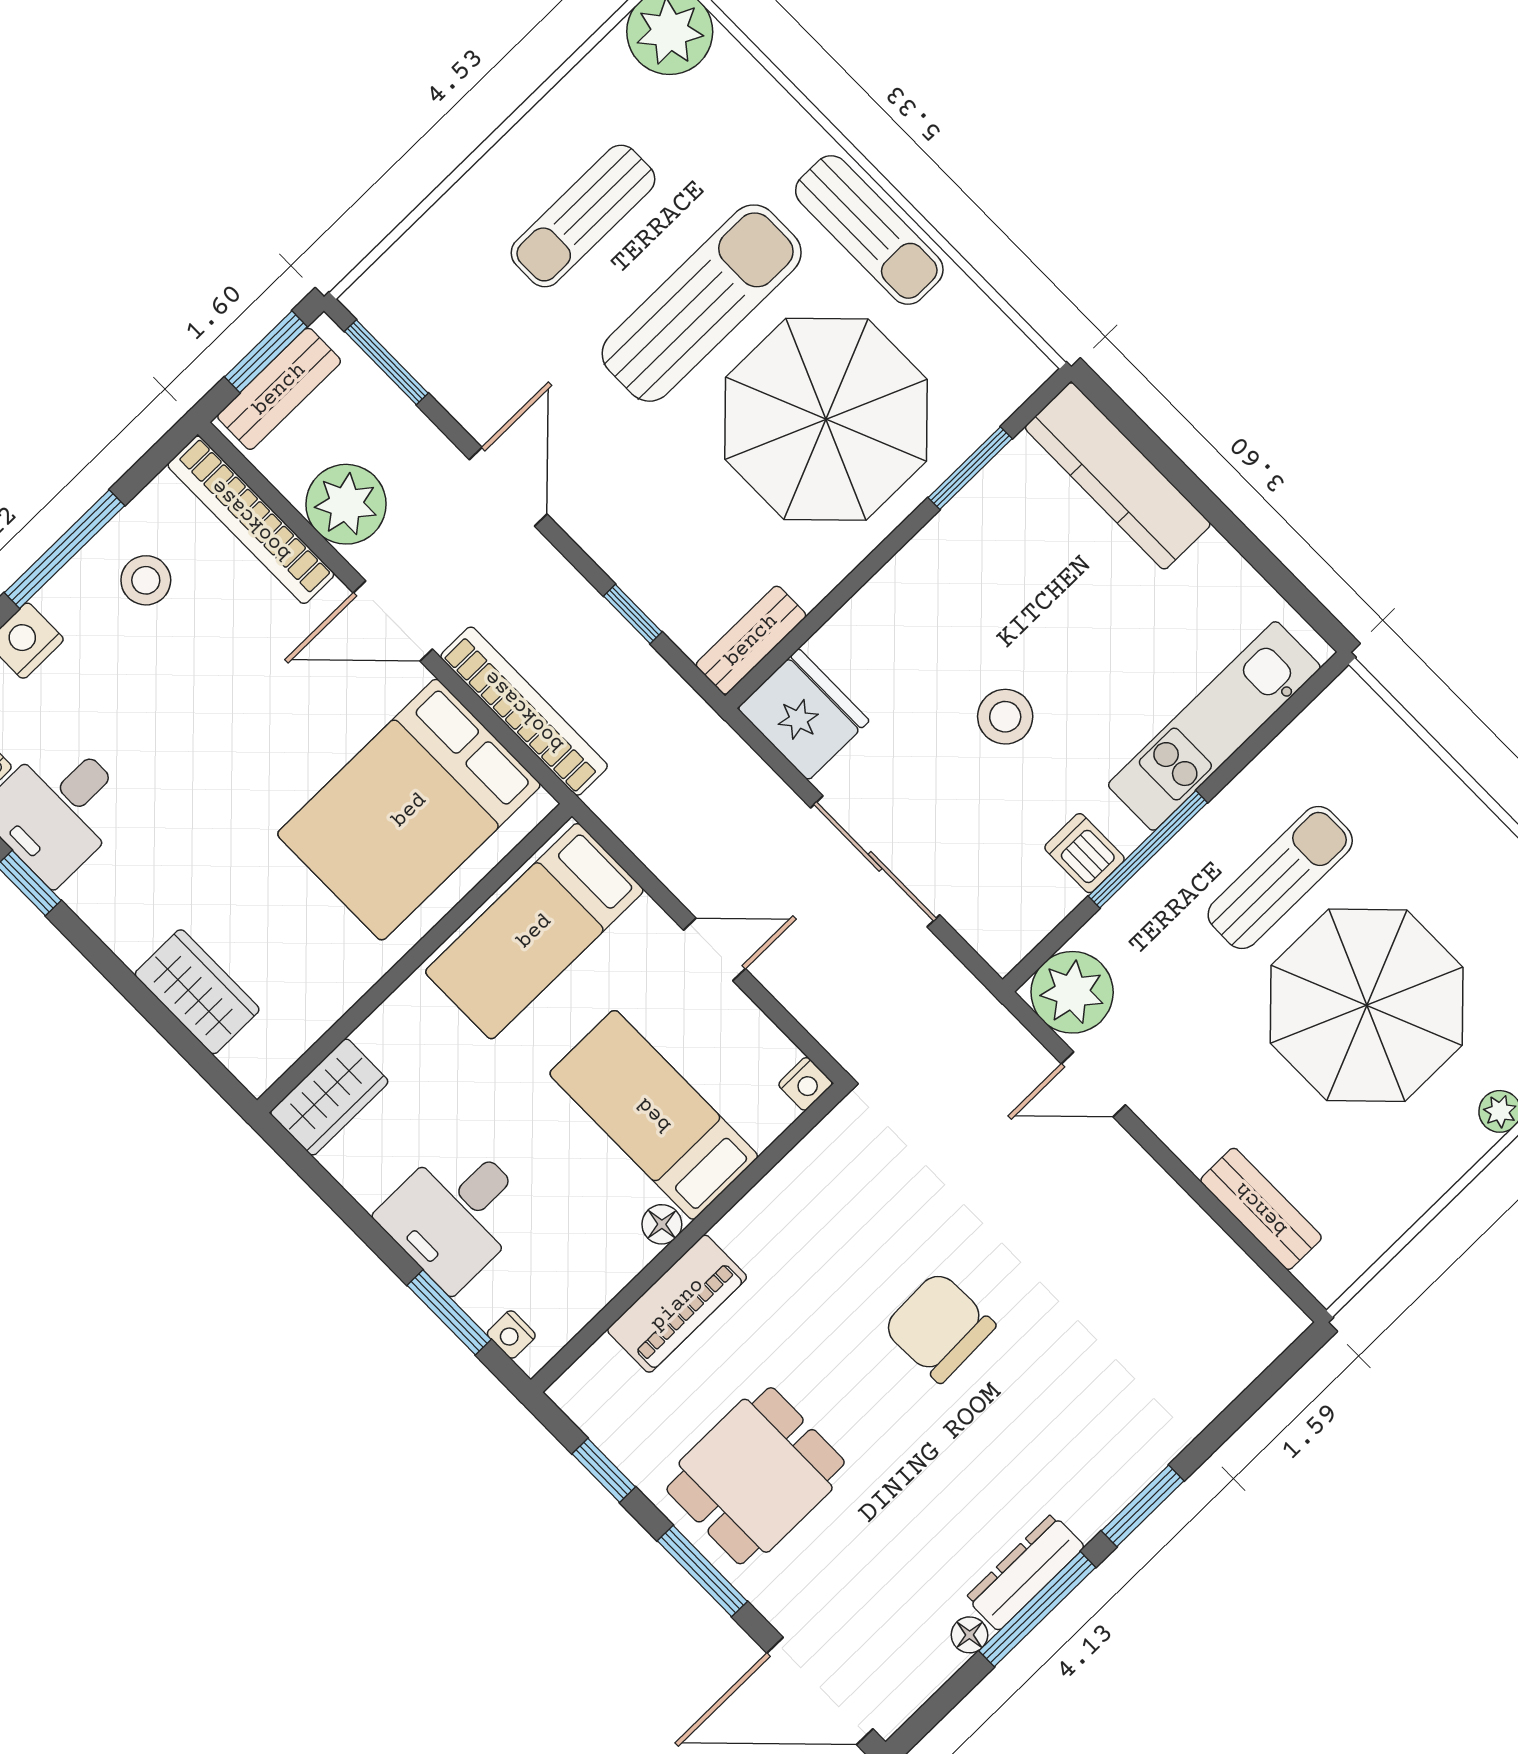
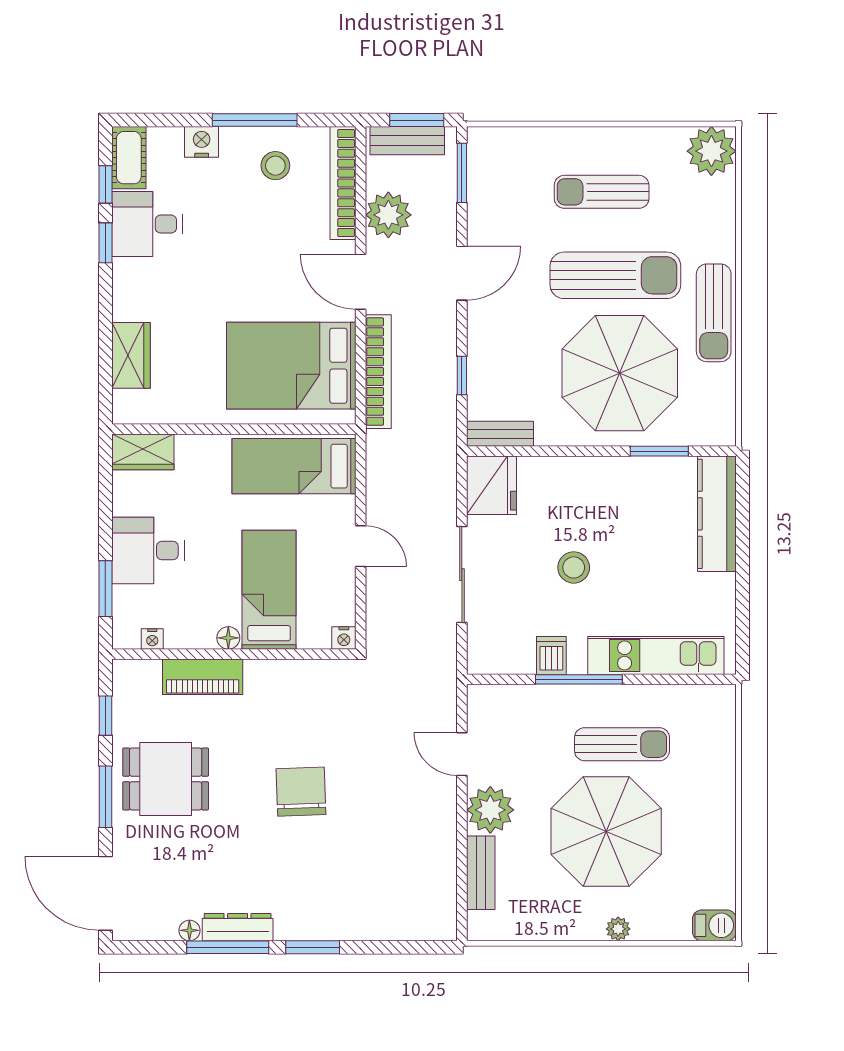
plant: (1072, 992) -> (490, 810), moved
nightstand: (511, 1335) -> (152, 639), moved, turned -90

